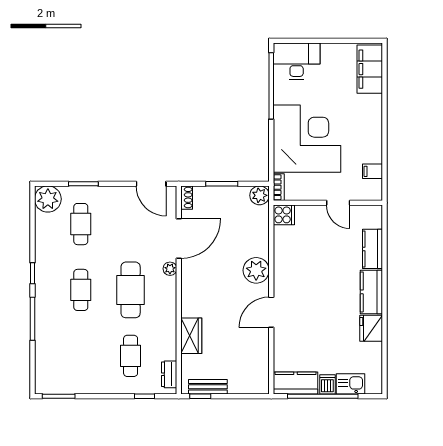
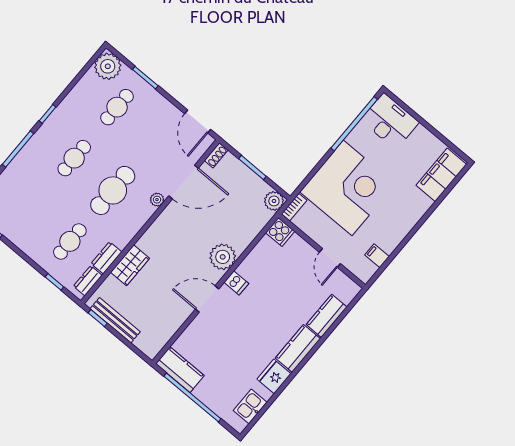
dresser: (169, 345) -> (106, 258), added
dishwasher: (327, 384) -> (236, 283), moved, turned 90
kitchen sink: (350, 384) -> (250, 406), moved, turned -90
bench: (208, 387) -> (115, 320), width x1.36

